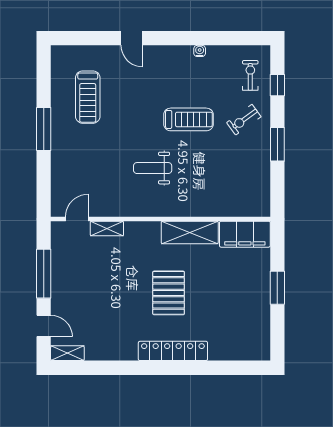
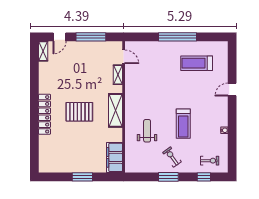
exercise bike: (244, 120) -> (172, 157), moved
window: (44, 129) -> (178, 37), width x1.46
weight bench: (153, 168) -> (147, 131), moved
shelving: (190, 232) -> (116, 110), moved

